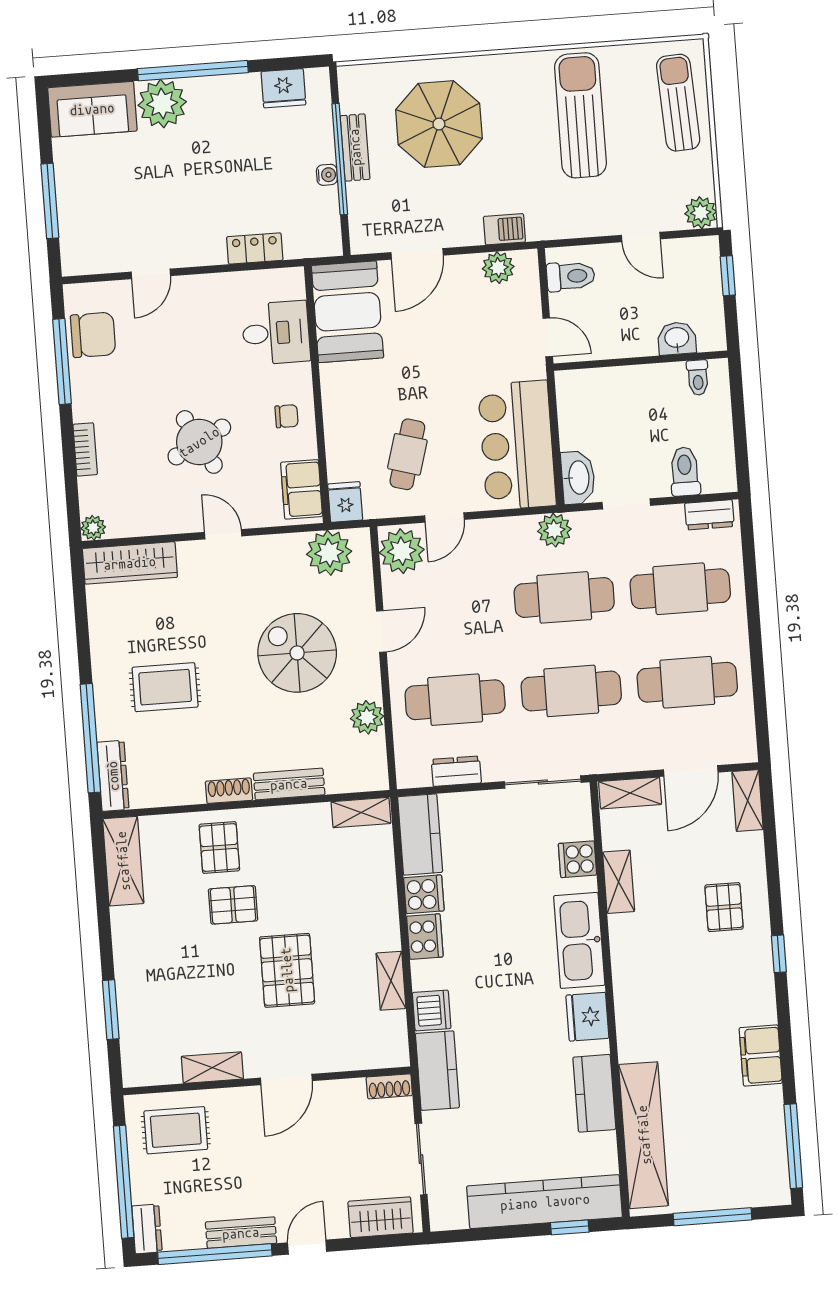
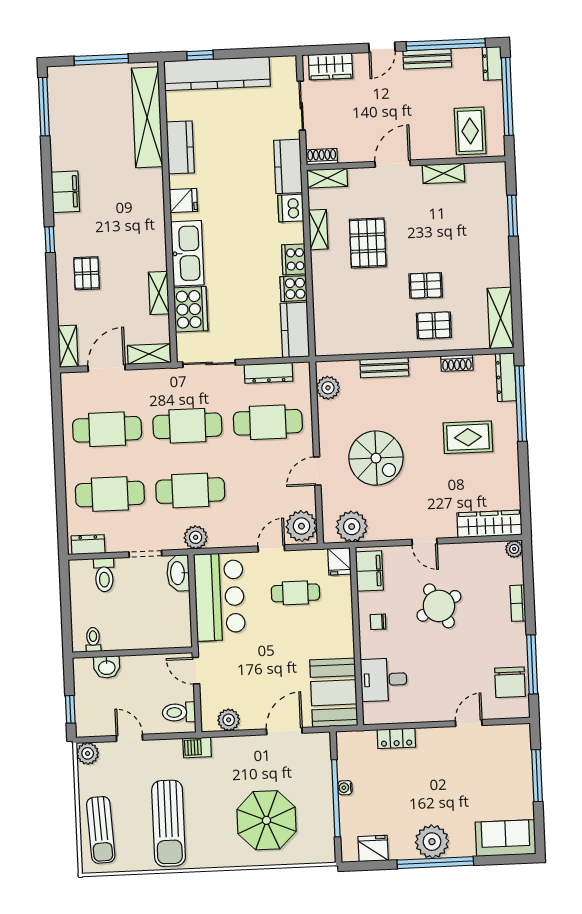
plant: (162, 104) -> (432, 842), moved
bench: (355, 147) -> (325, 806), removed
barbecue: (504, 229) -> (197, 747), moved
chair: (93, 335) -> (510, 682), turned -90
cafe table: (407, 454) -> (295, 593), turned 74
plant: (367, 717) -> (328, 388), moved
dresser: (456, 771) -> (269, 373), width x1.44
shoe rack: (229, 791) -> (457, 363), moved
shelving: (361, 813) -> (327, 178), moved
pallet: (219, 848) -> (434, 325), turned 90
cooker: (577, 859) -> (191, 309), width x1.87, depth x1.31
pallet: (287, 970) -> (368, 243), moved
fridge: (587, 1017) -> (183, 200), width x0.72
filing cabinet: (761, 1055) -> (65, 192), moved
rug: (176, 1130) -> (470, 131), turned 90

